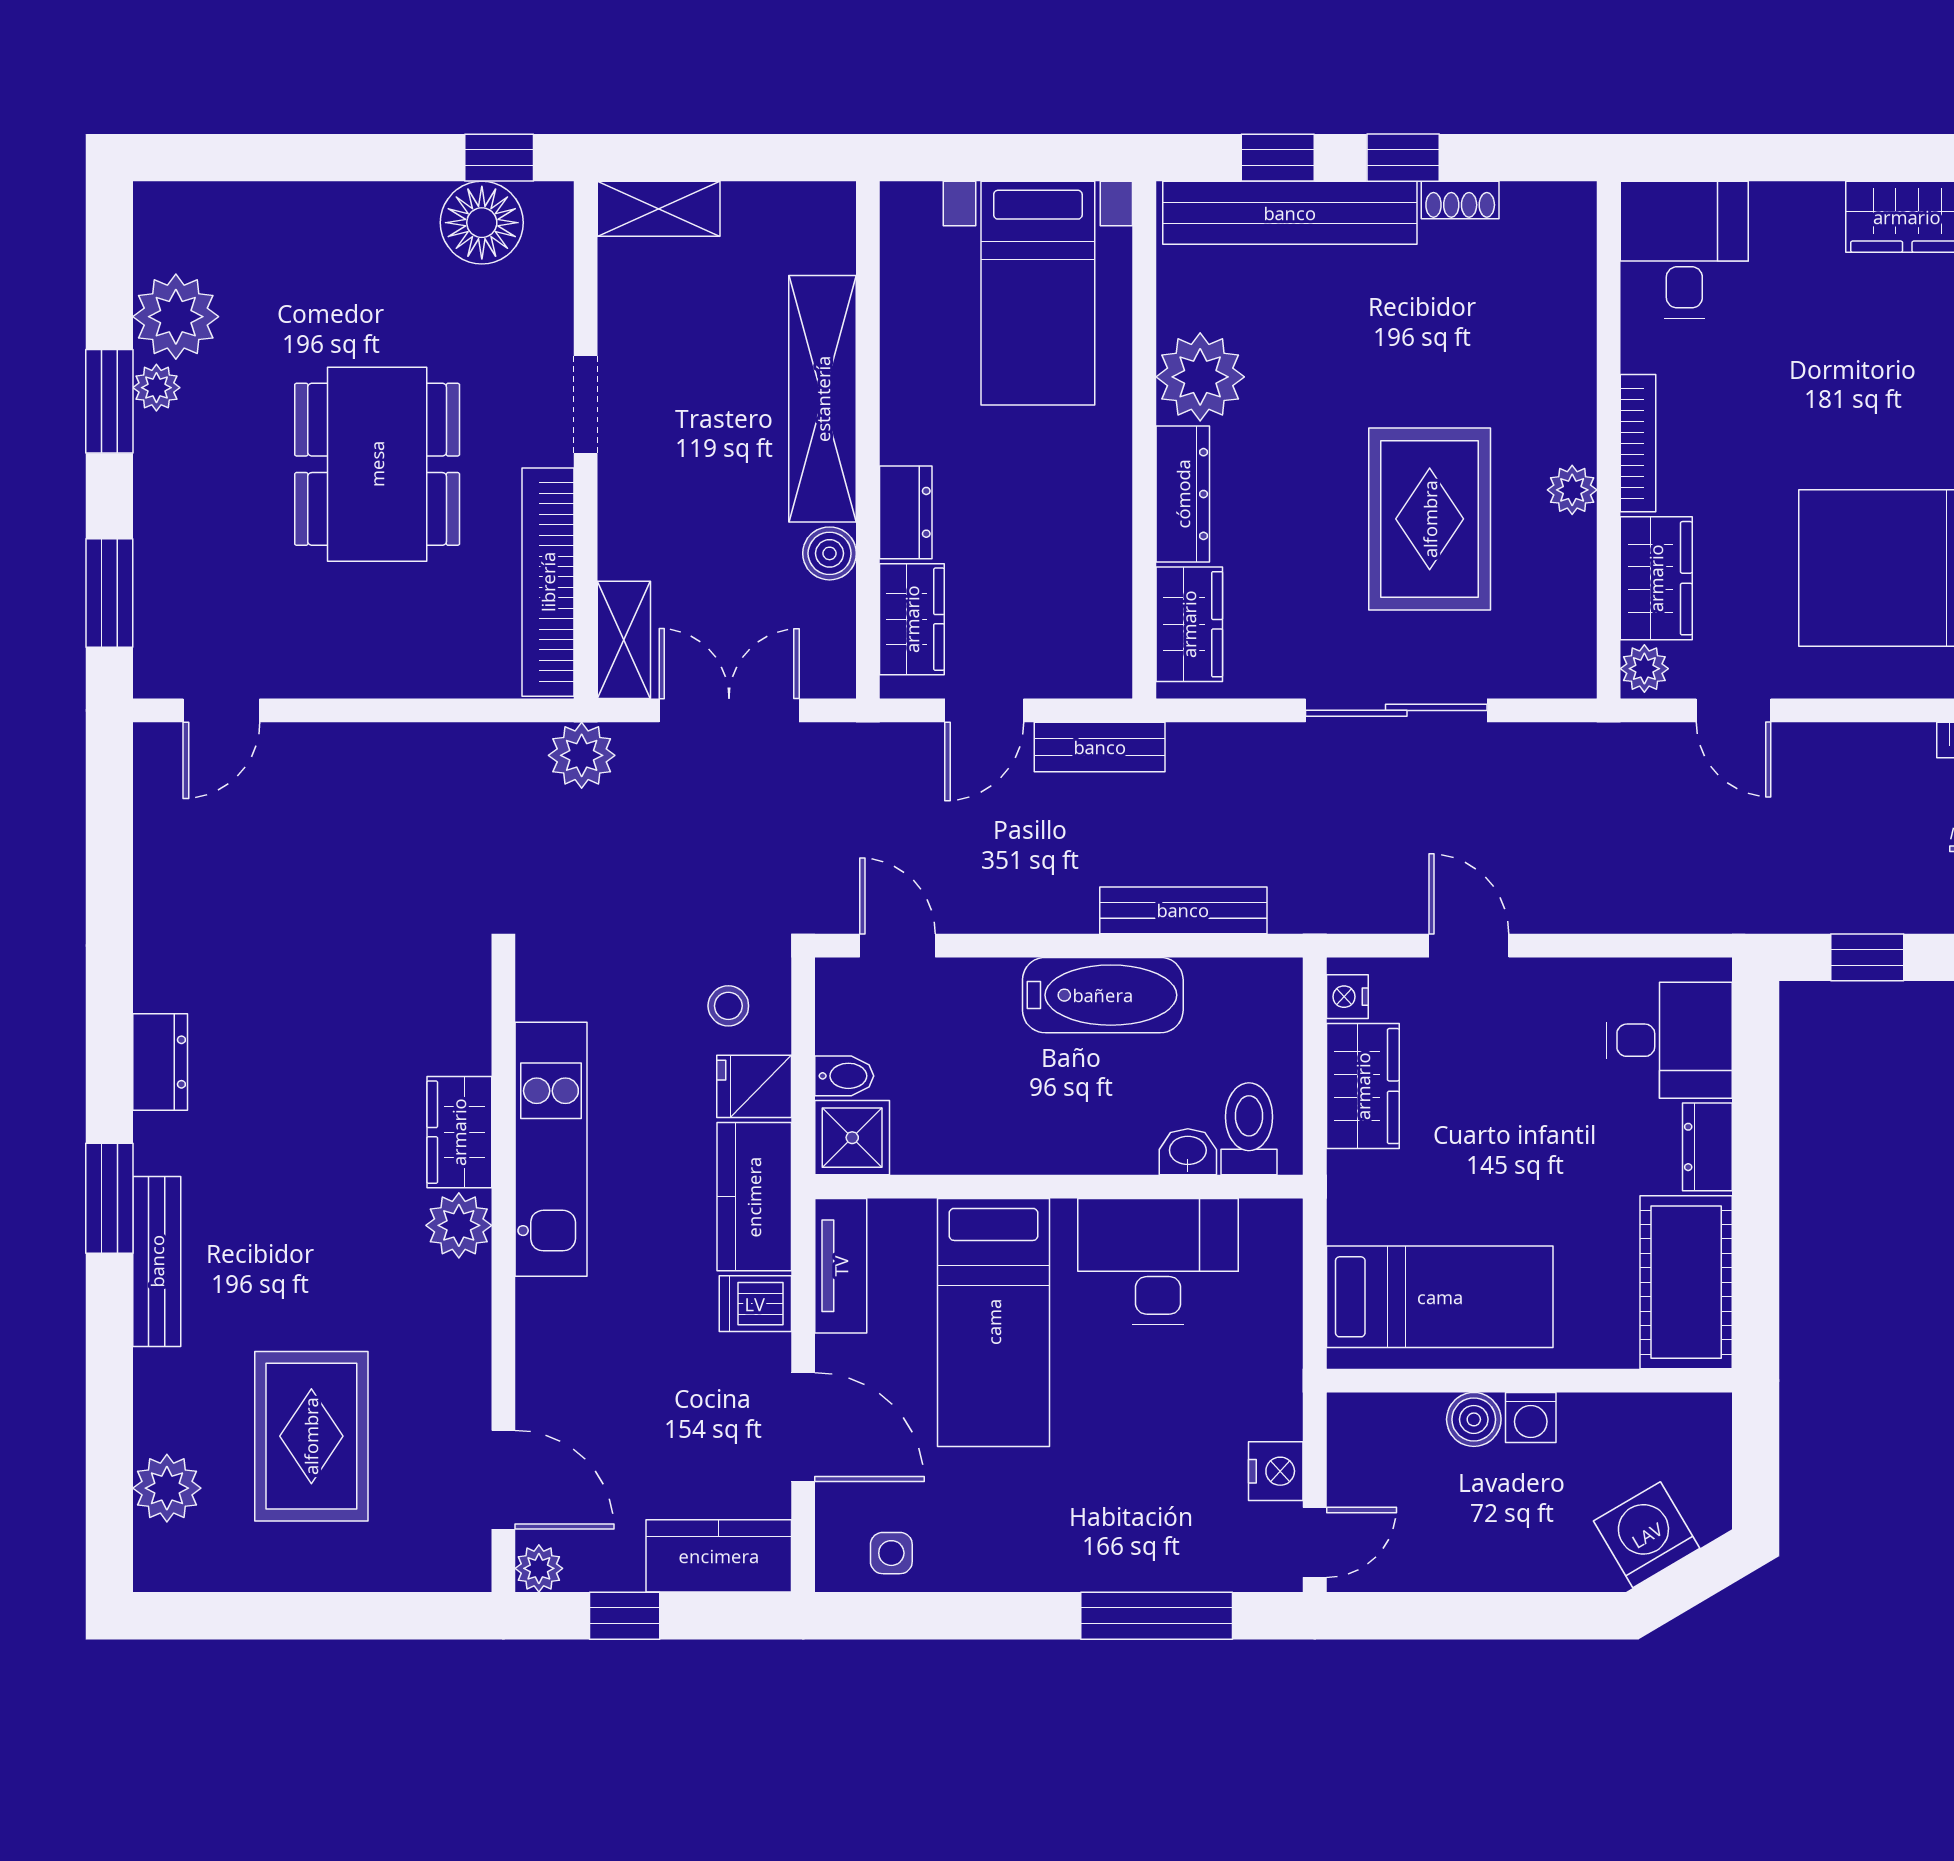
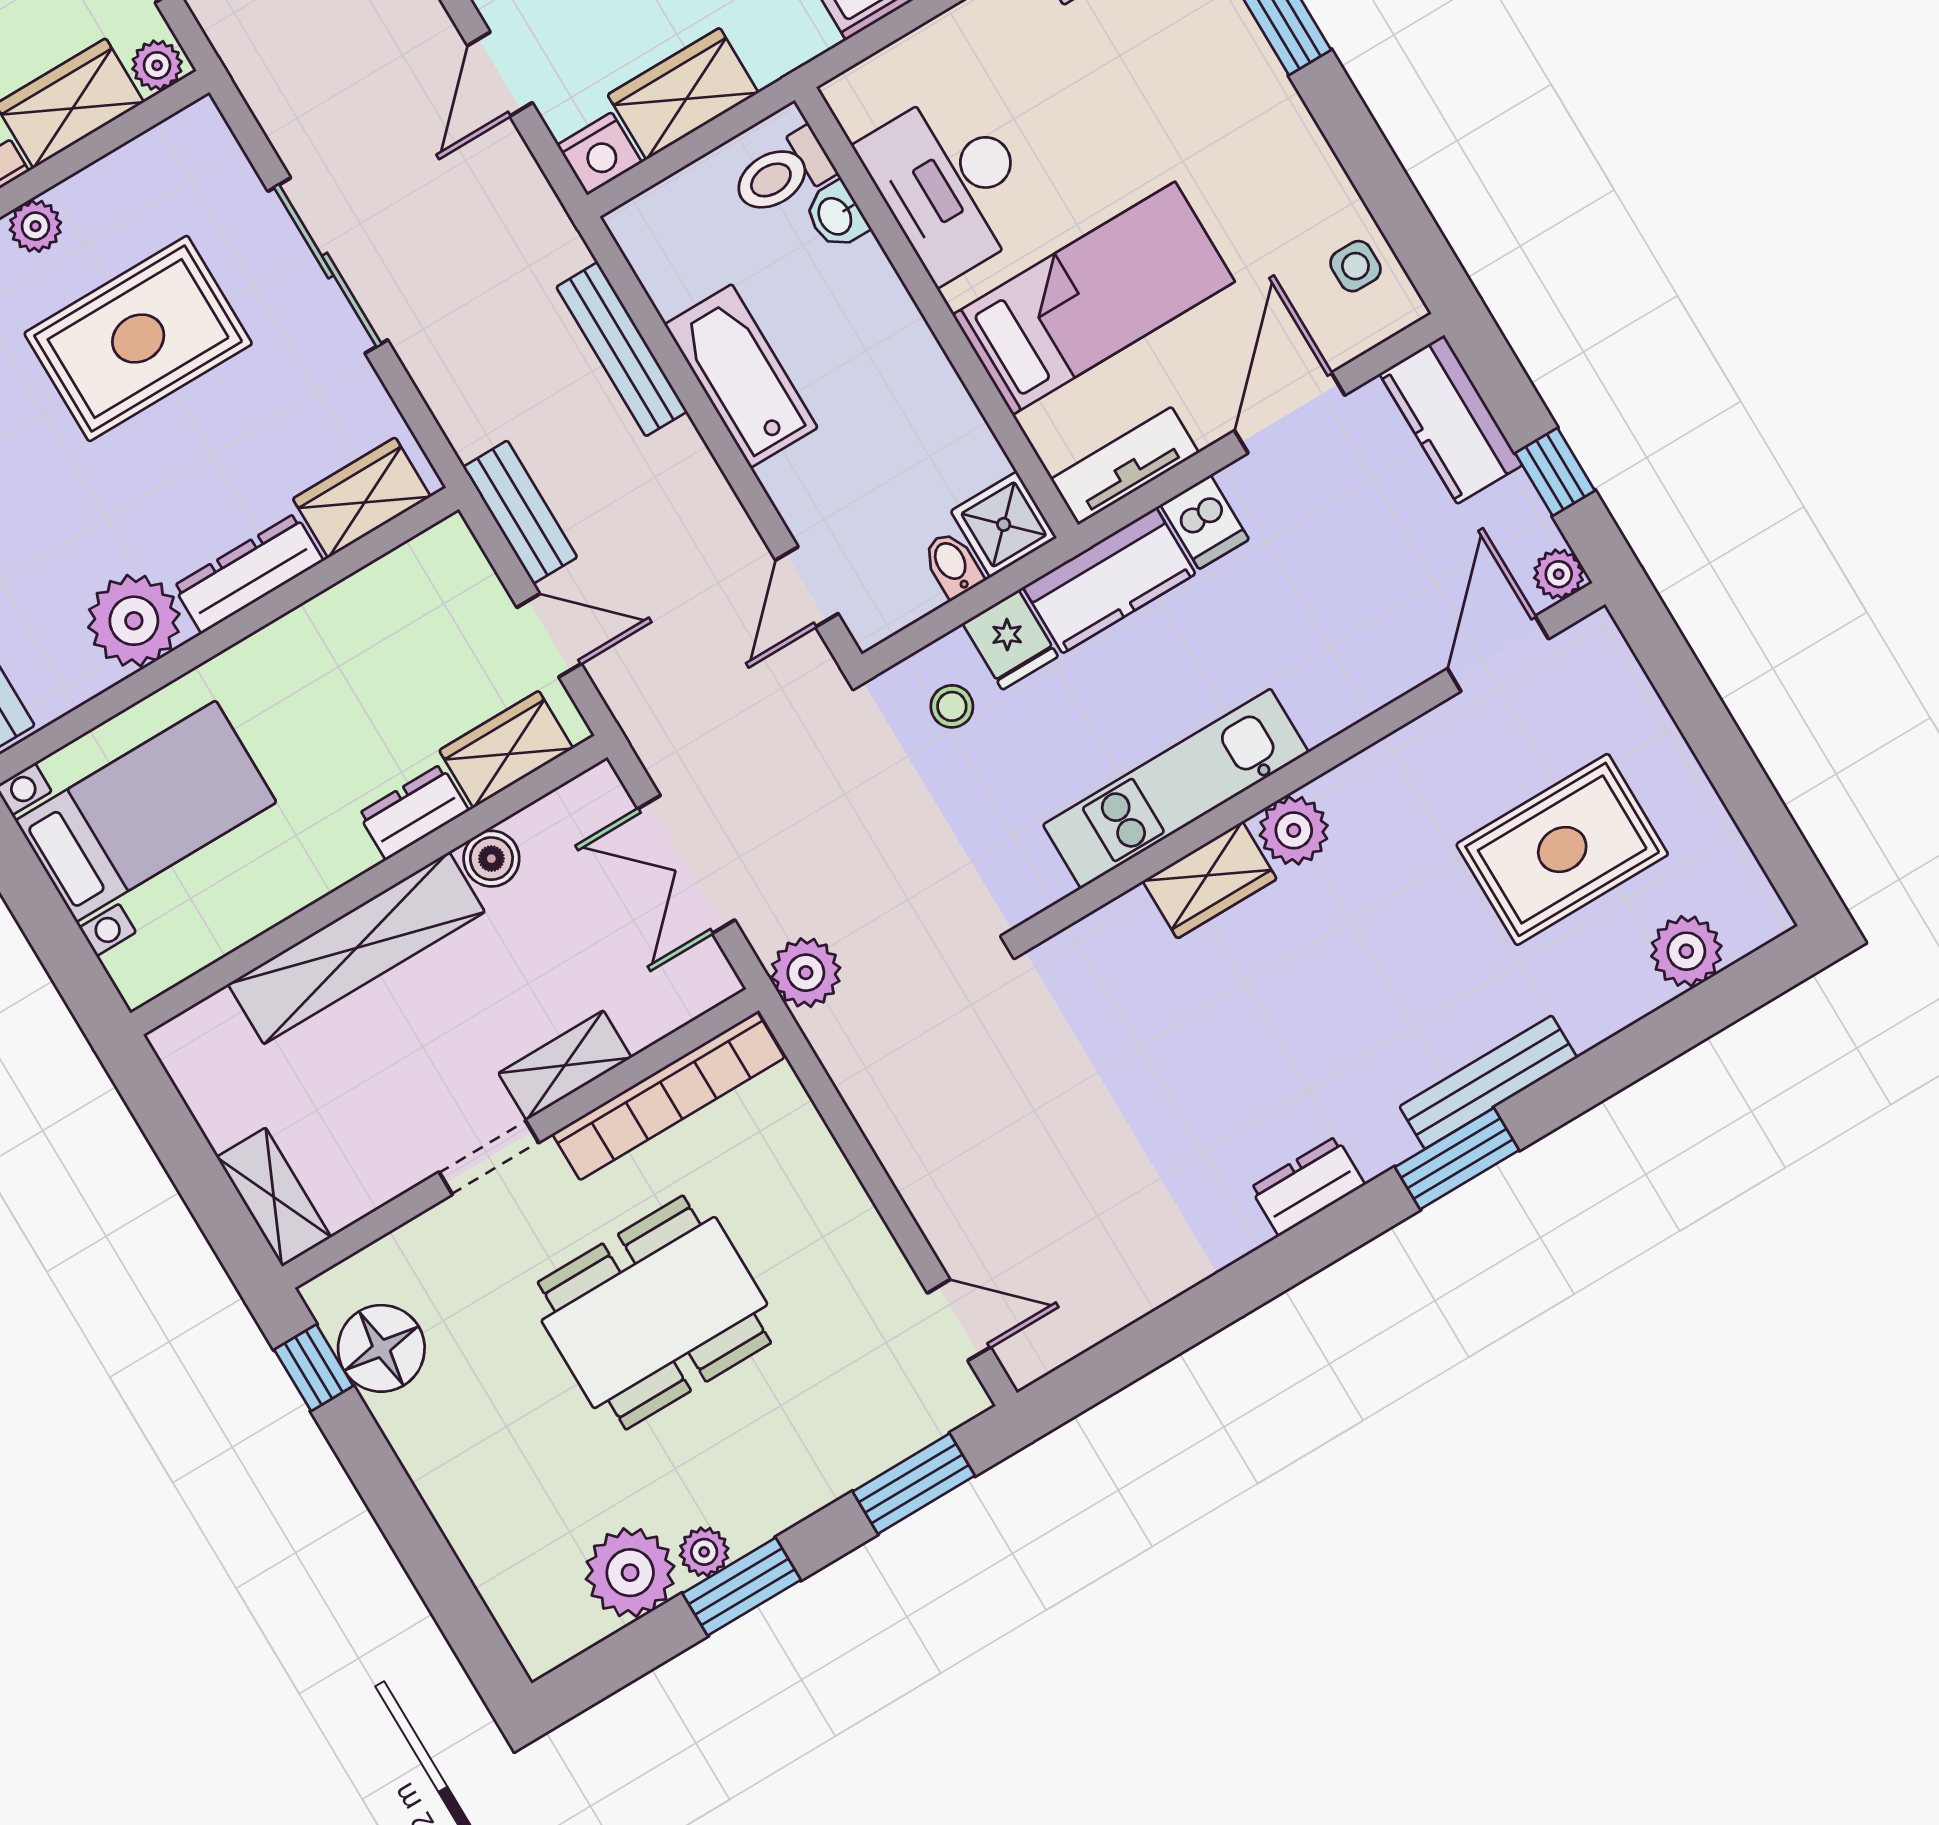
shelving: (624, 640) -> (565, 1065), moved
nightstand: (1347, 997) -> (599, 154), width x1.39, depth x1.35

